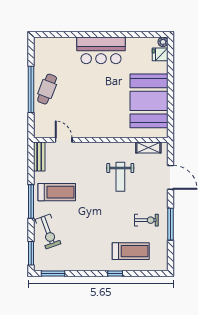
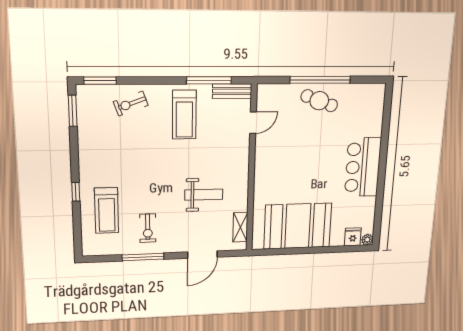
weight bench: (120, 177) -> (204, 195), turned 180
window: (31, 202) -> (209, 80), moved
exercise bike: (48, 232) -> (131, 104), width x0.73, depth x0.72

